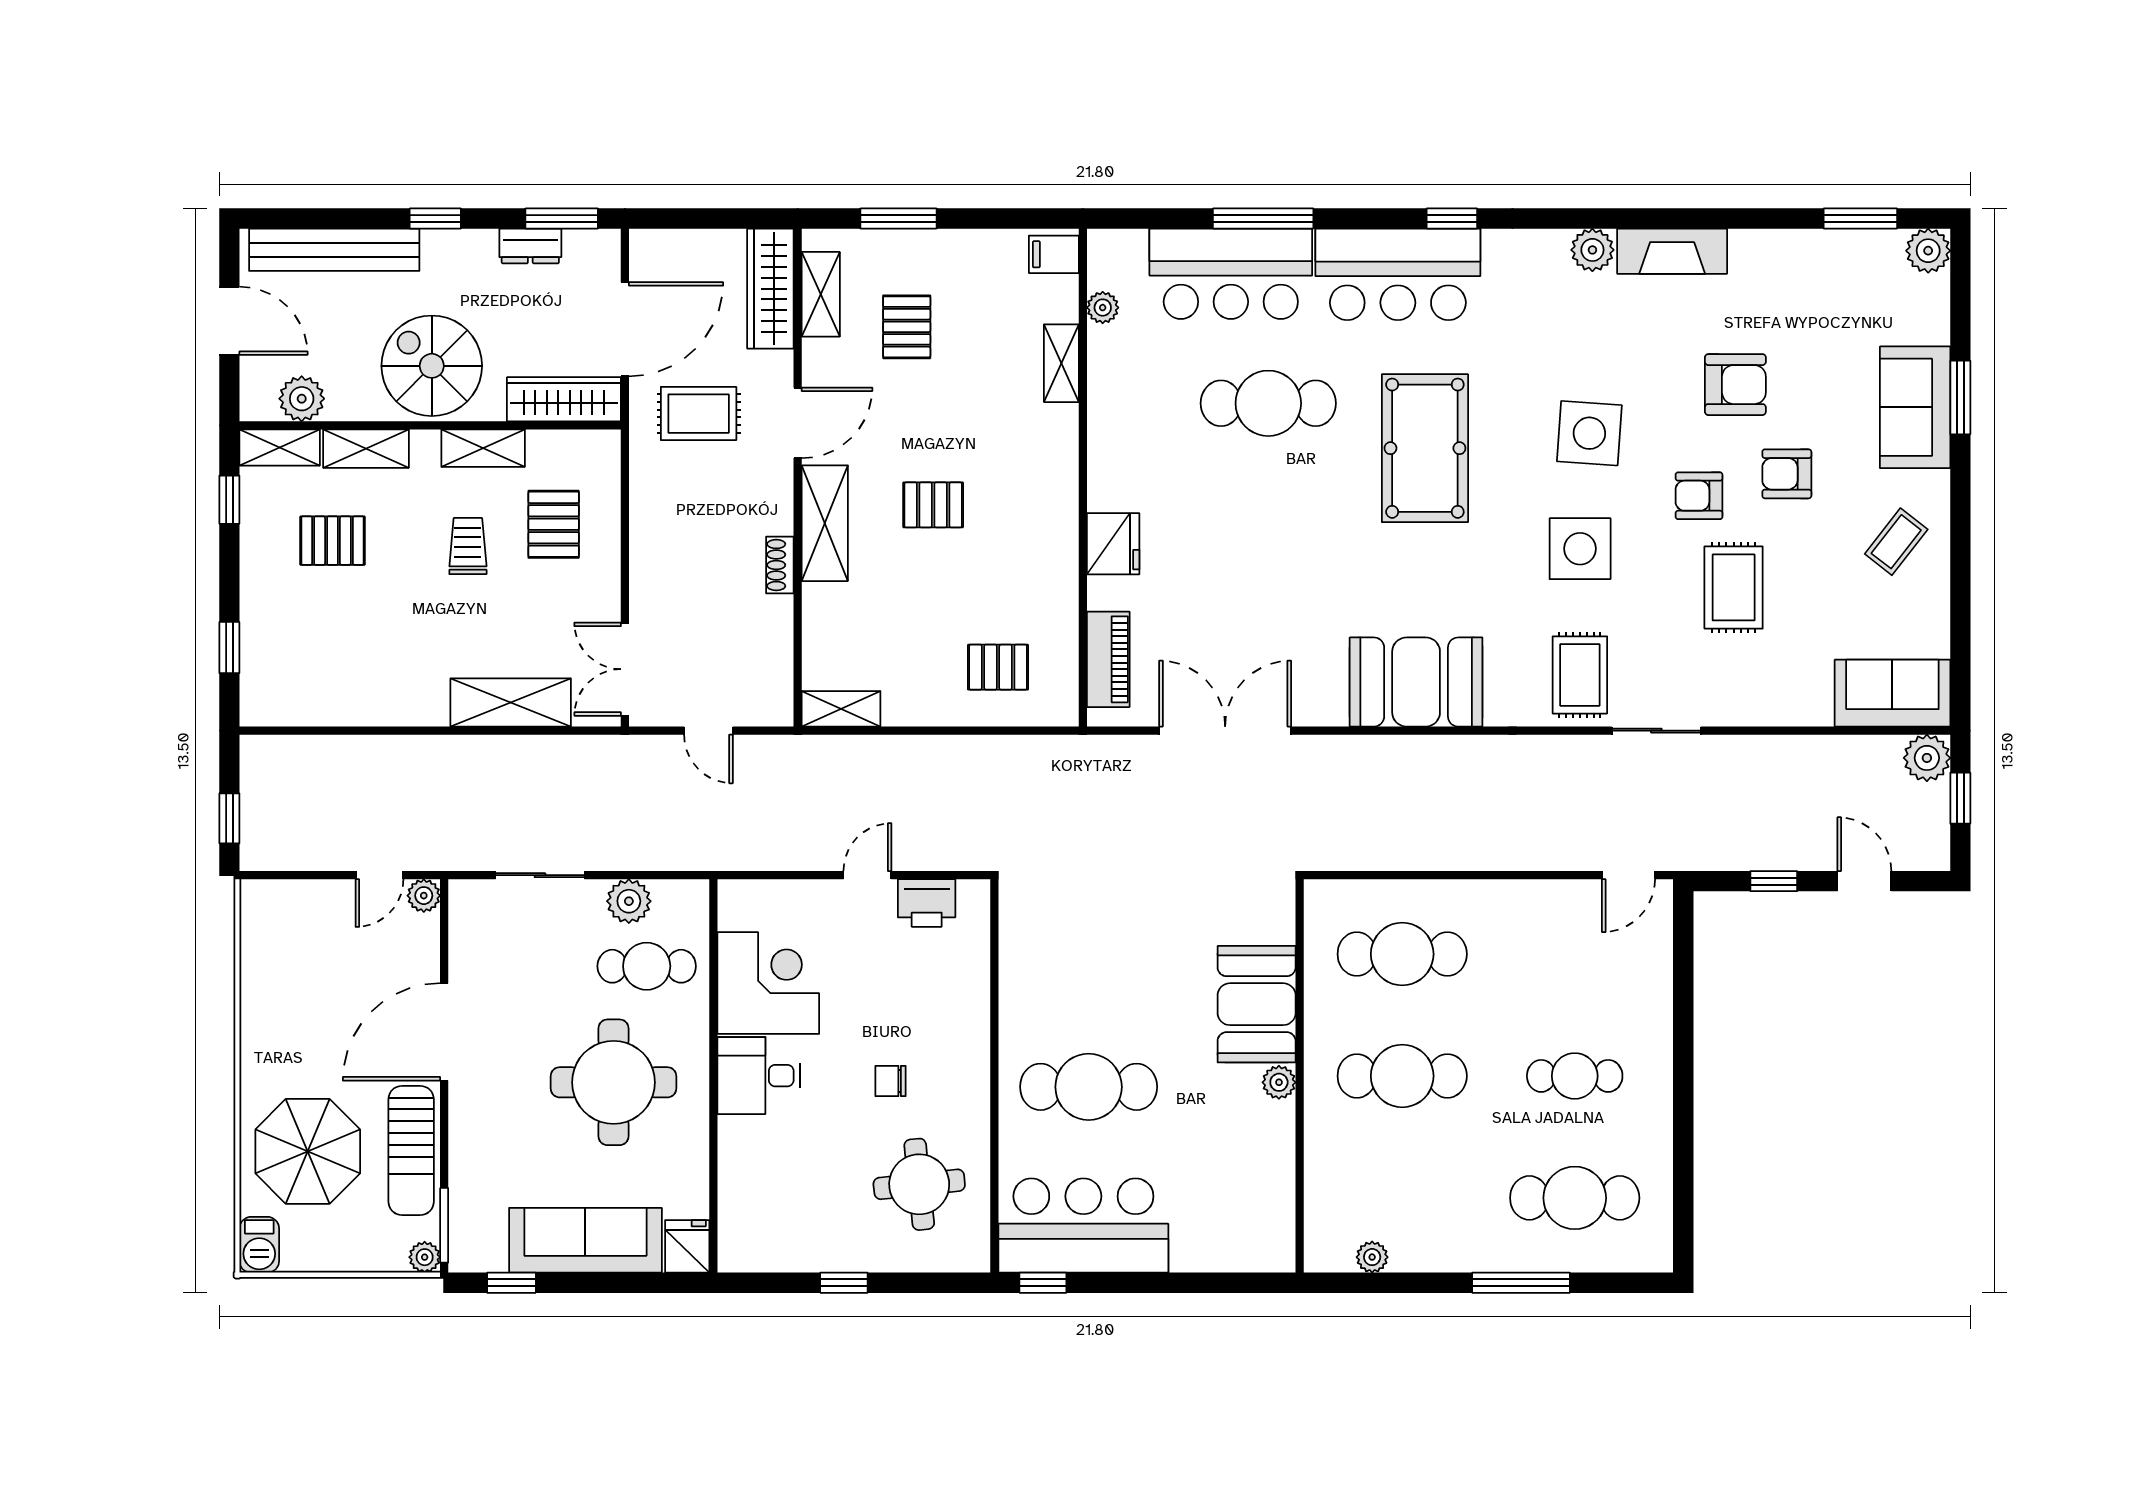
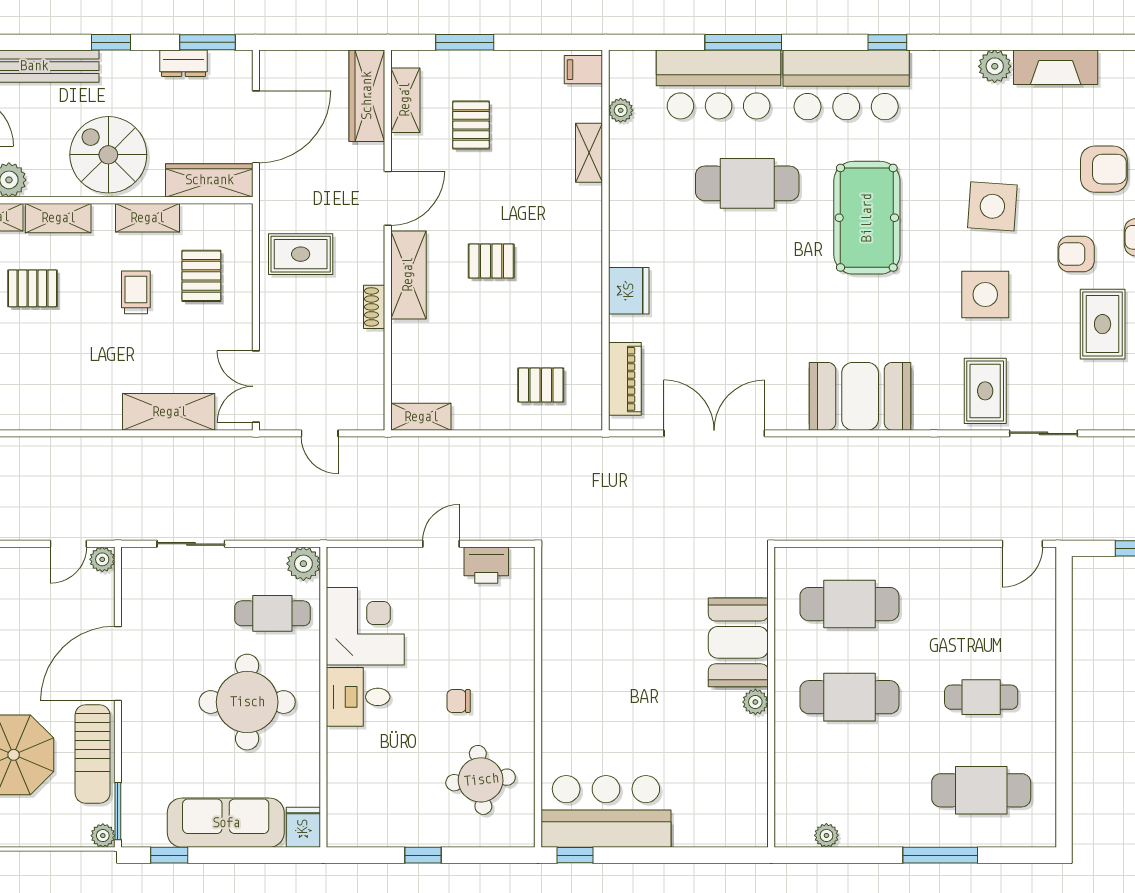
rug: (699, 414) -> (301, 254), moved
plant: (629, 901) -> (303, 564), moved
cafe table: (1089, 1087) -> (610, 705), removed

